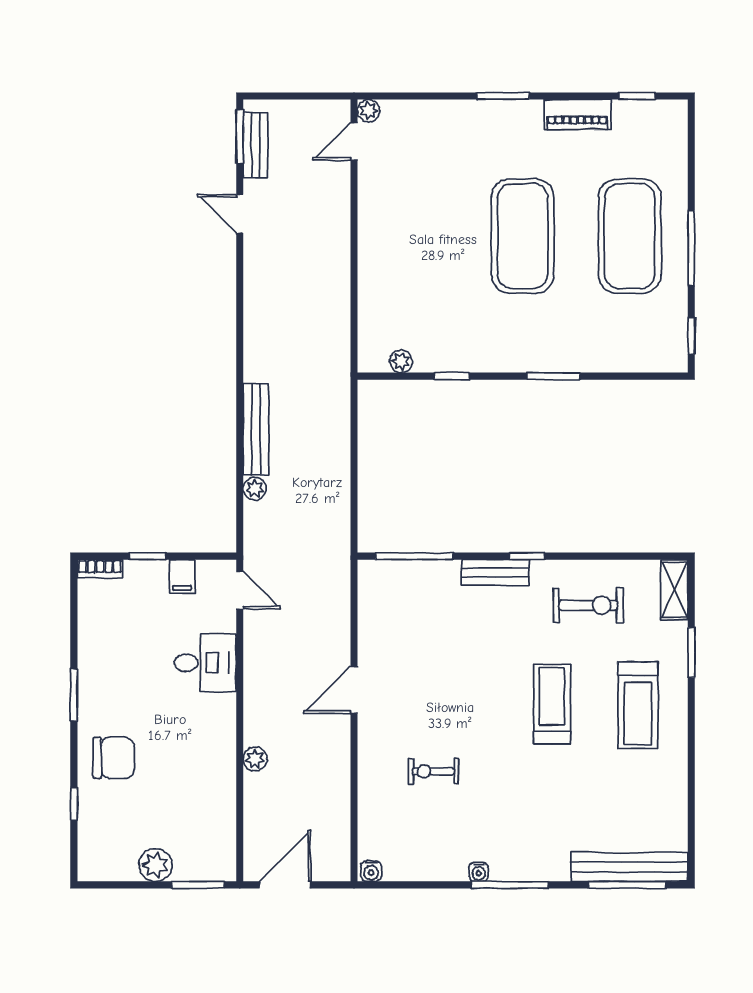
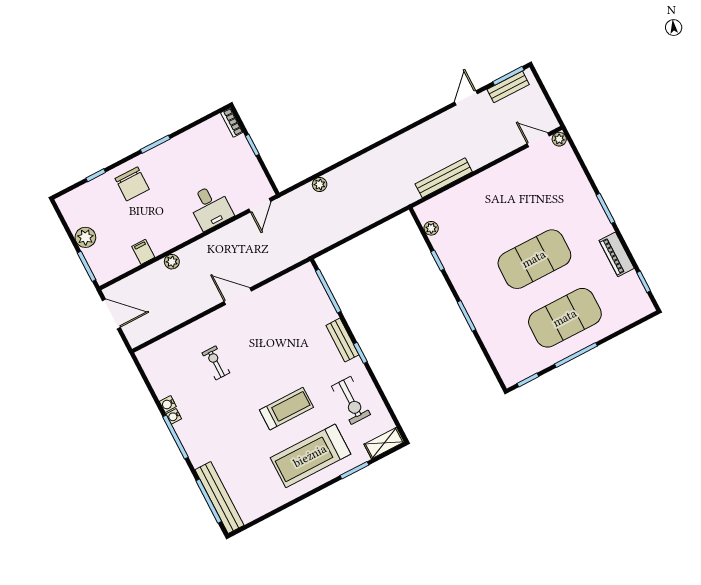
bench: (256, 429) -> (444, 178), moved
filing cabinet: (182, 576) -> (143, 252), moved, turned 90
treadmill: (638, 705) -> (310, 456), width x1.37, depth x1.38
water cooler: (371, 871) -> (168, 404), moved

